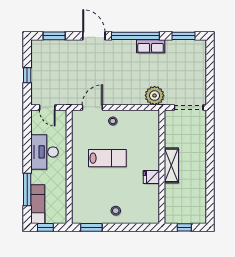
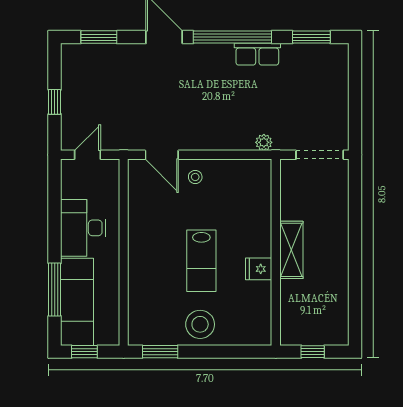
plant: (155, 96) -> (264, 142), width x0.53, depth x0.53
door: (47, 108) -> (87, 155), swing flipped
door: (92, 108) -> (162, 155), swing flipped
lab bench: (107, 158) -> (201, 261), moved, turned 90
exam couch: (38, 204) -> (77, 302), width x1.36, depth x1.45
stool: (116, 211) -> (200, 324), width x1.89, depth x1.89

